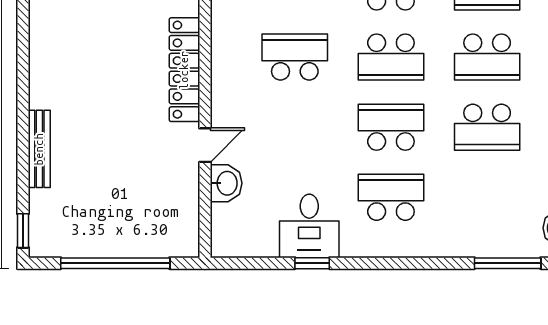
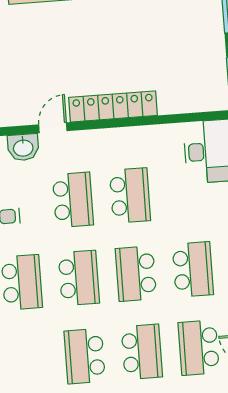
school desk: (487, 57) -> (142, 352), turned 180
school desk: (295, 127) -> (73, 200), added
door: (205, 145) -> (53, 128), swing flipped

